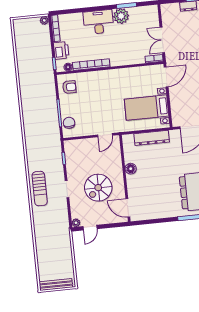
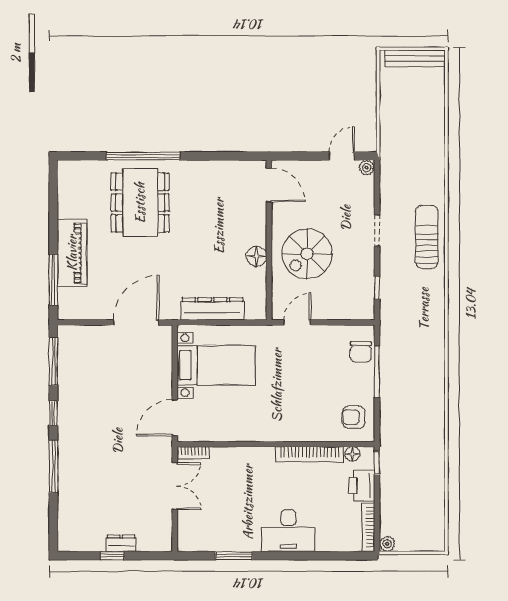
plant: (121, 16) -> (246, 537), removed
spiral stairs: (98, 188) -> (307, 254), moved, turned 180

